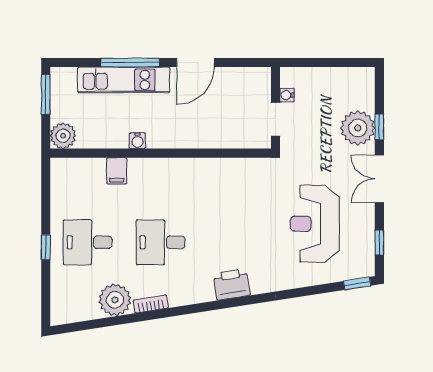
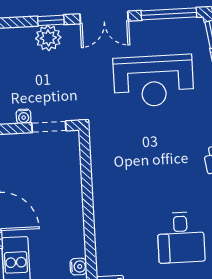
plant: (358, 128) -> (48, 38), width x0.73, depth x0.73
window: (379, 242) -> (169, 14), width x2.17

